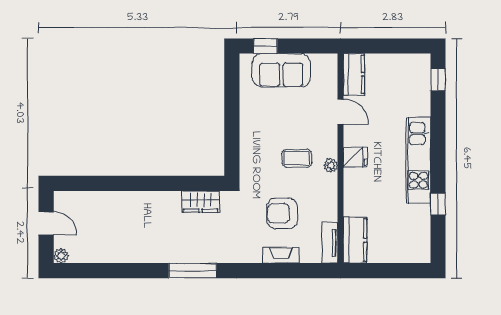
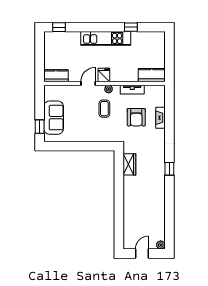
door: (341, 112) -> (88, 83), moved
tv unit: (330, 243) -> (132, 90), moved
window: (193, 271) -> (169, 169), width x0.46

